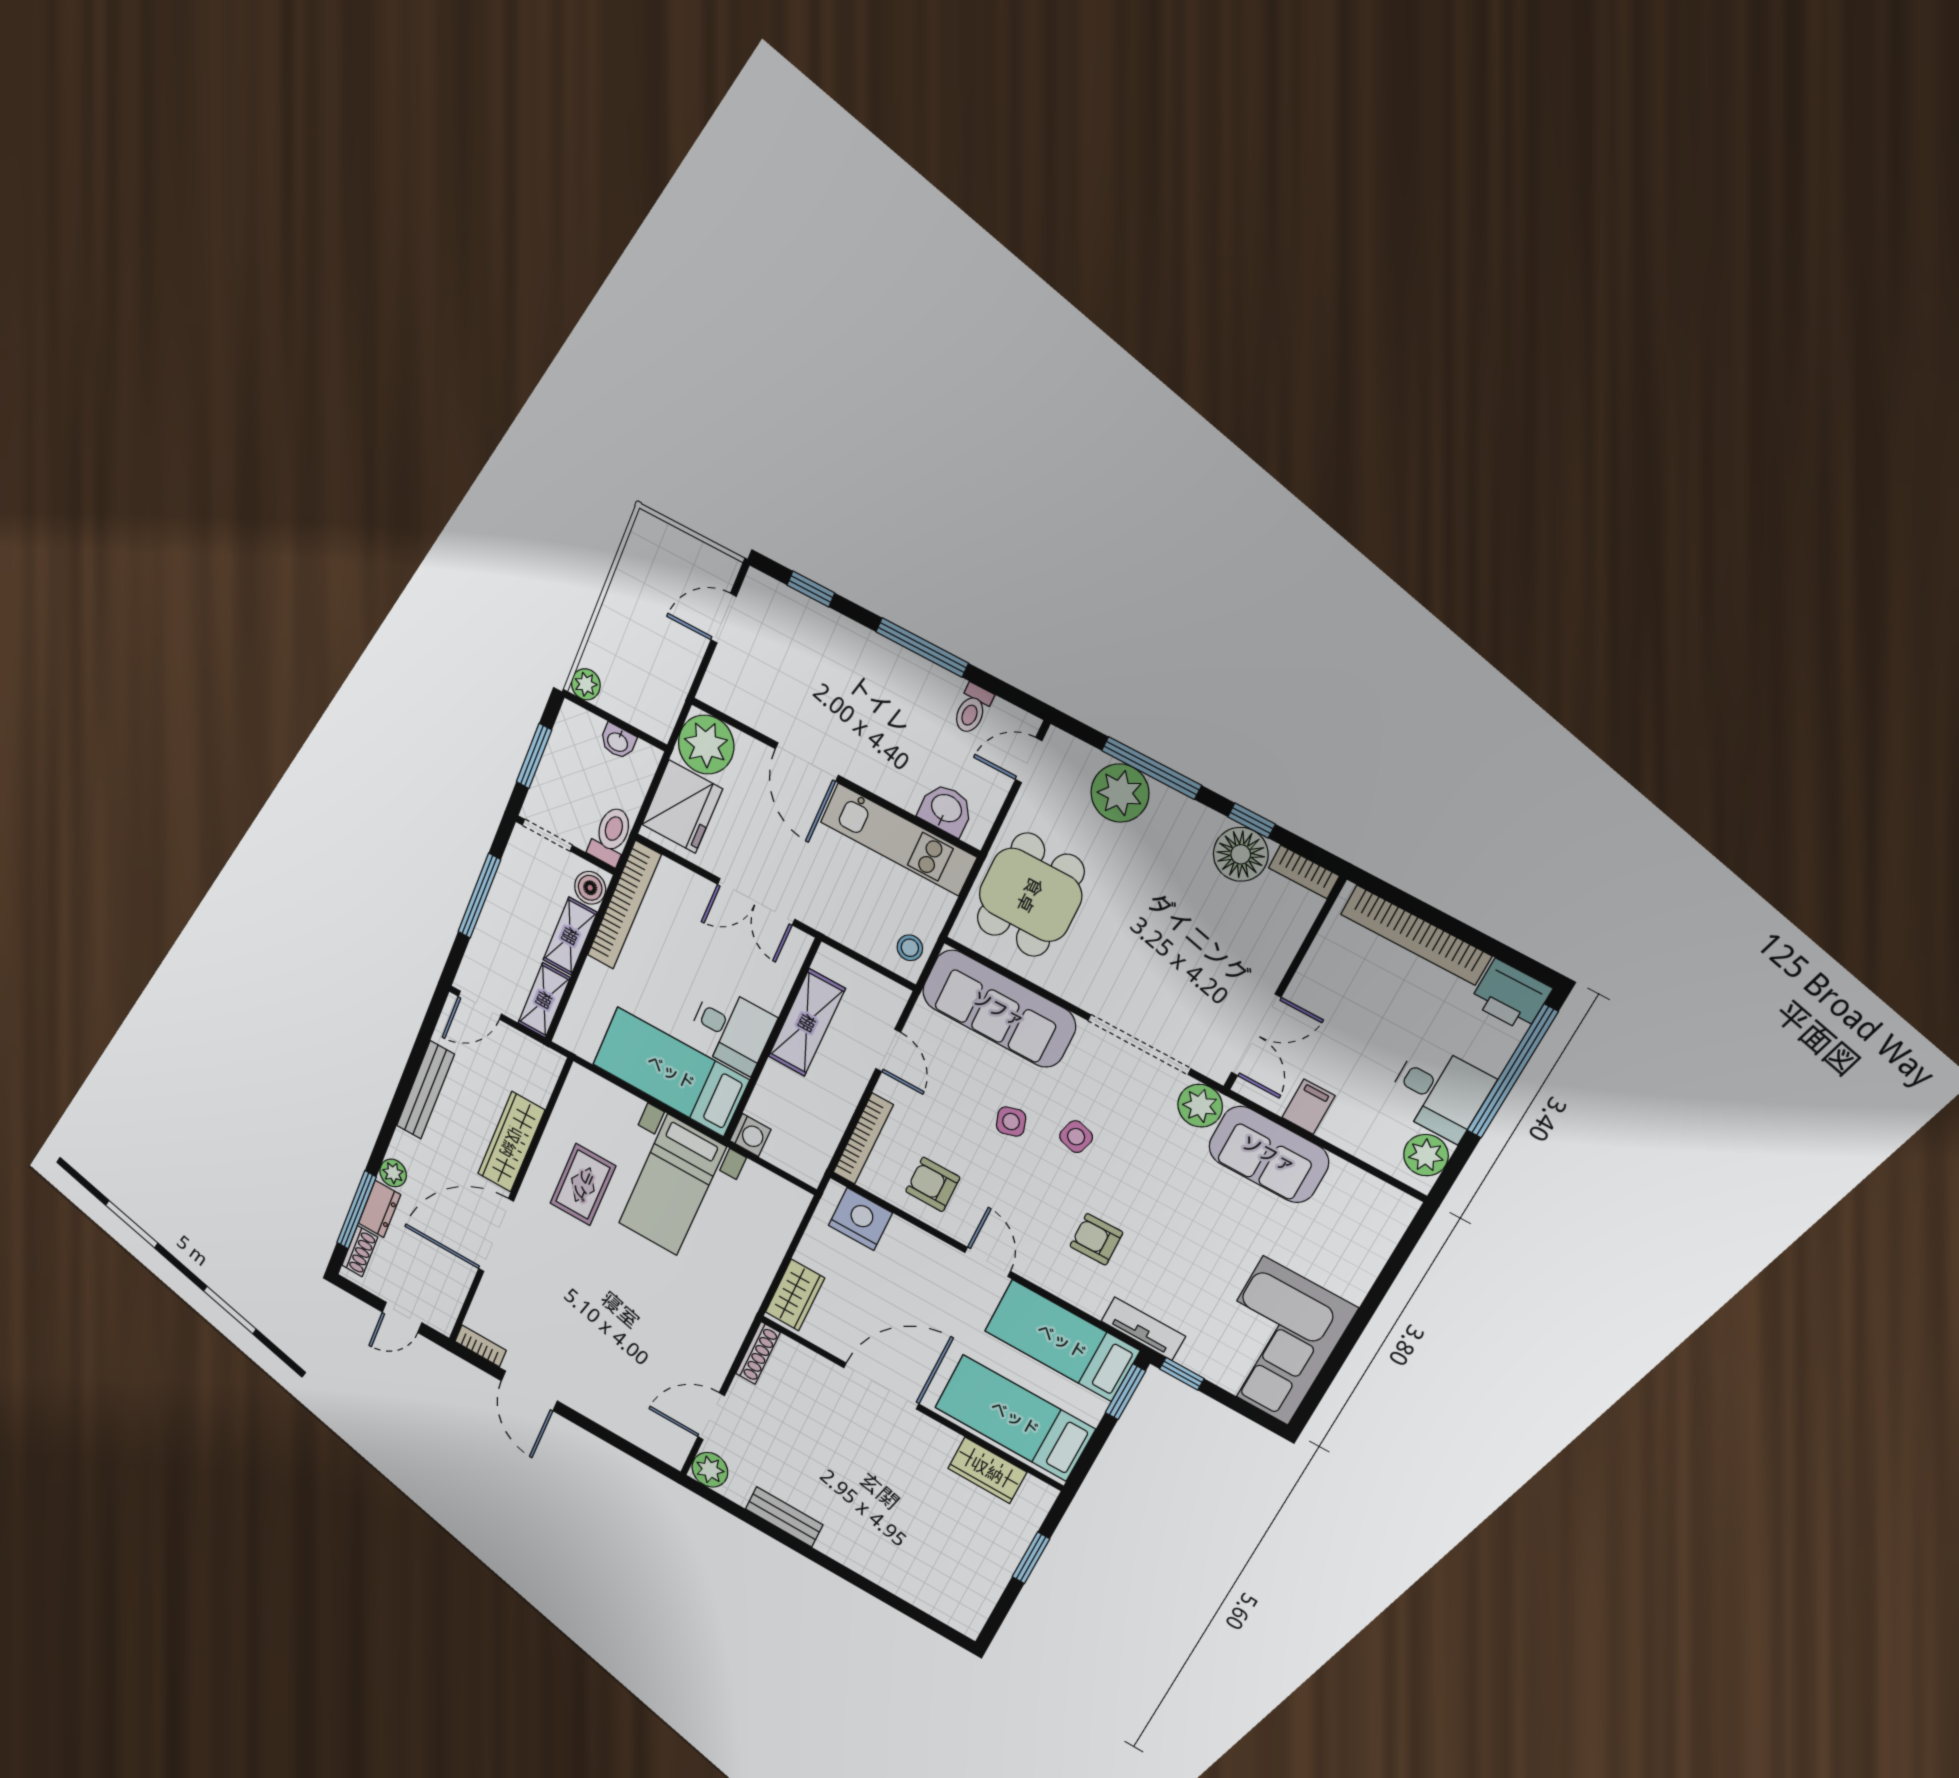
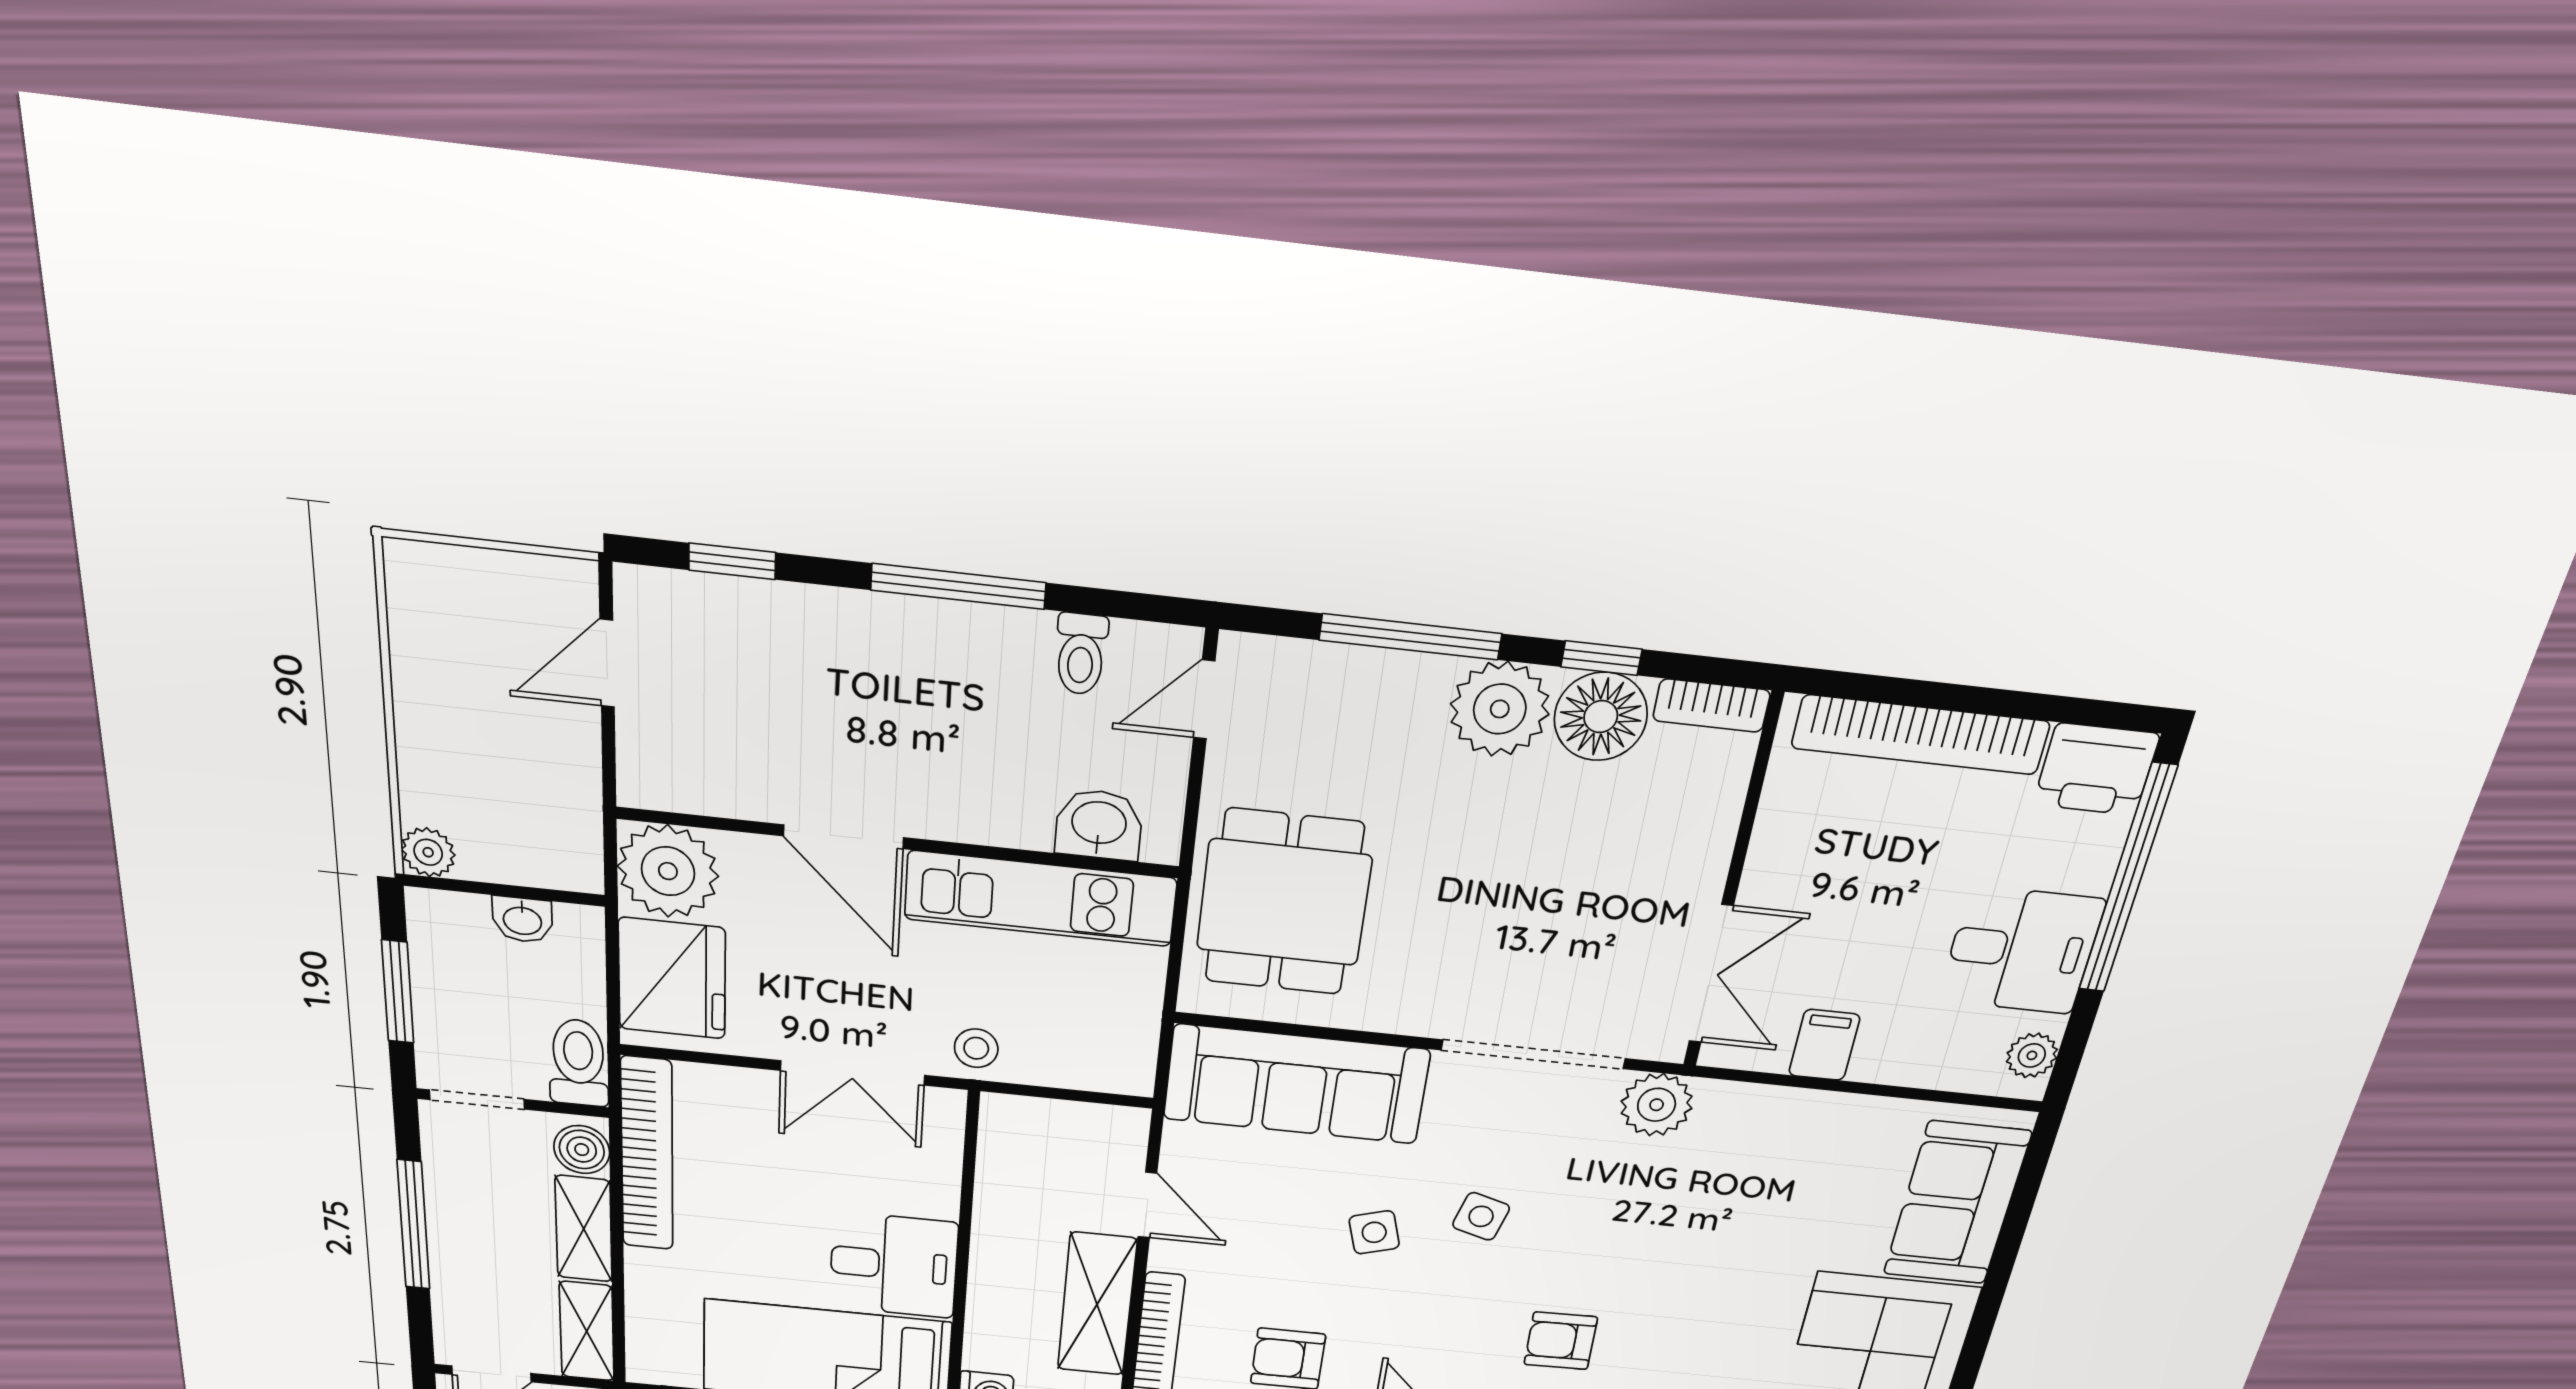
plant: (1120, 793) -> (1500, 709), moved
stool: (910, 948) -> (976, 1048), moved
shelving: (807, 1023) -> (1097, 1304), moved
sofa: (1269, 1154) -> (1957, 1203), moved, turned 90
plant: (1426, 1155) -> (2032, 1055), width x0.73, depth x0.73

